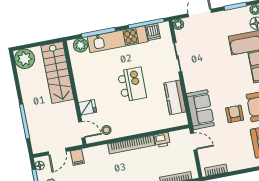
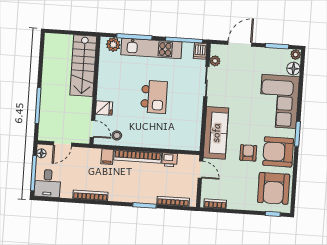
plant: (178, 24) -> (215, 61), moved
dishwasher: (153, 32) -> (200, 51), moved
plant: (25, 59) -> (54, 44), removed
kitchen counter: (175, 97) -> (193, 121), removed
sofa: (200, 110) -> (216, 133), width x1.36
filing cabinet: (77, 157) -> (107, 157), moved

